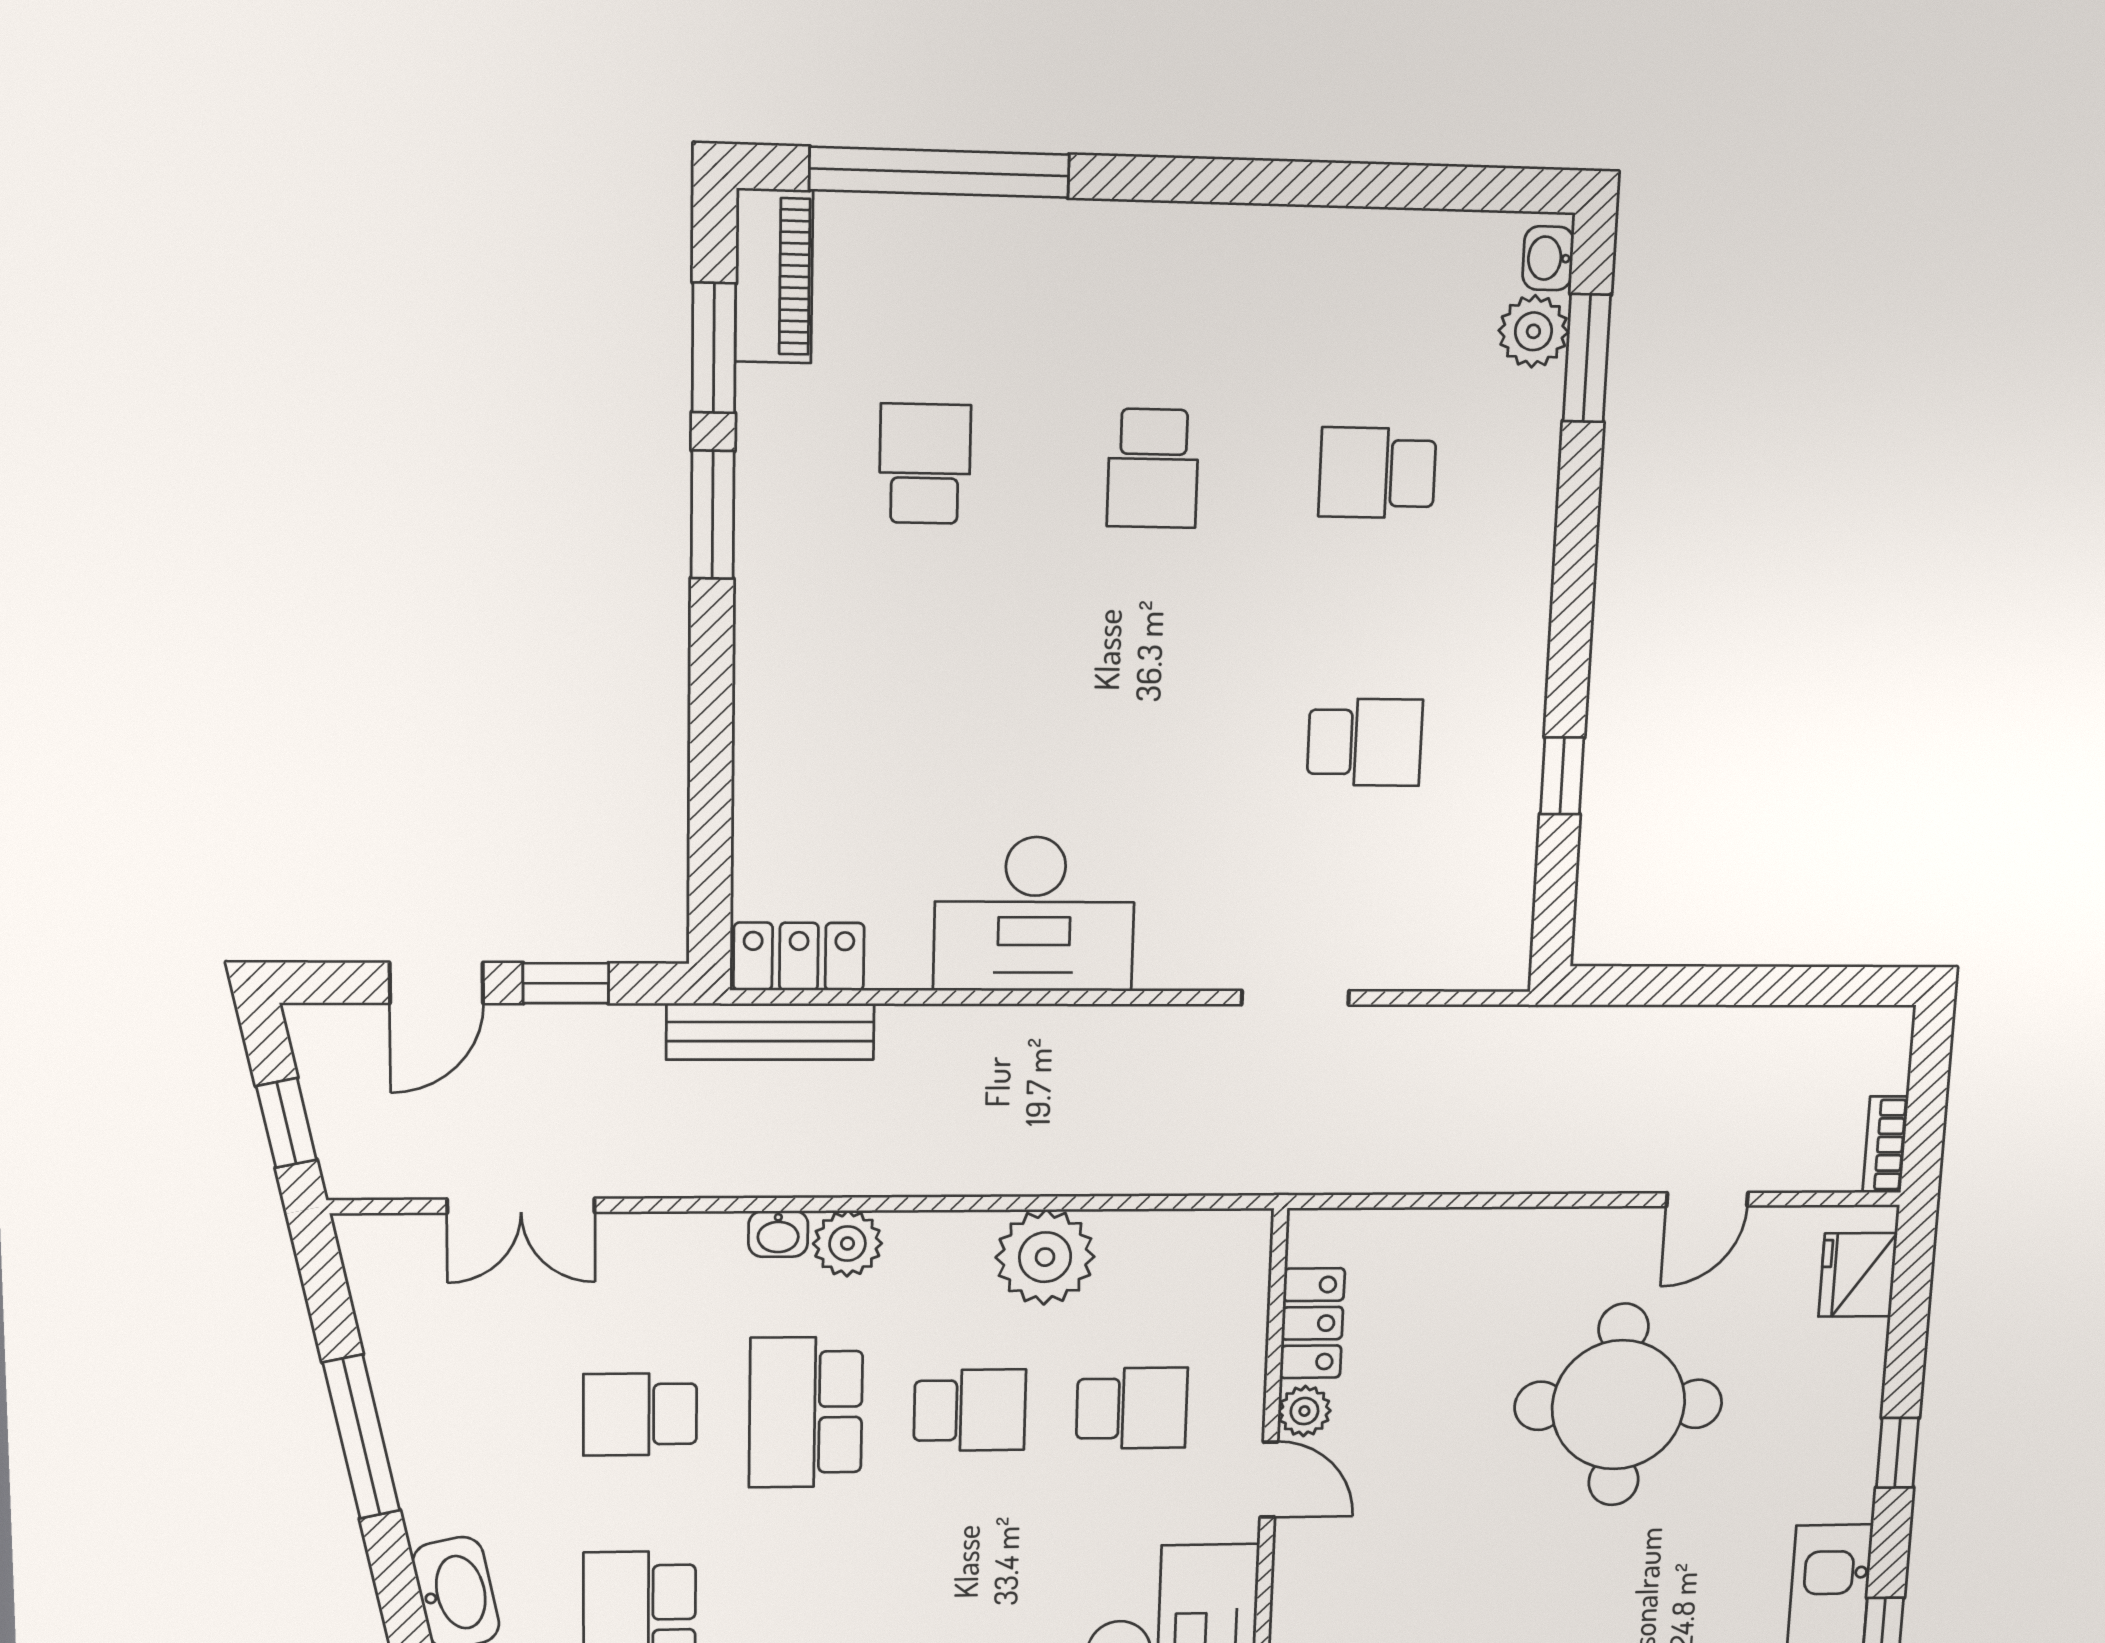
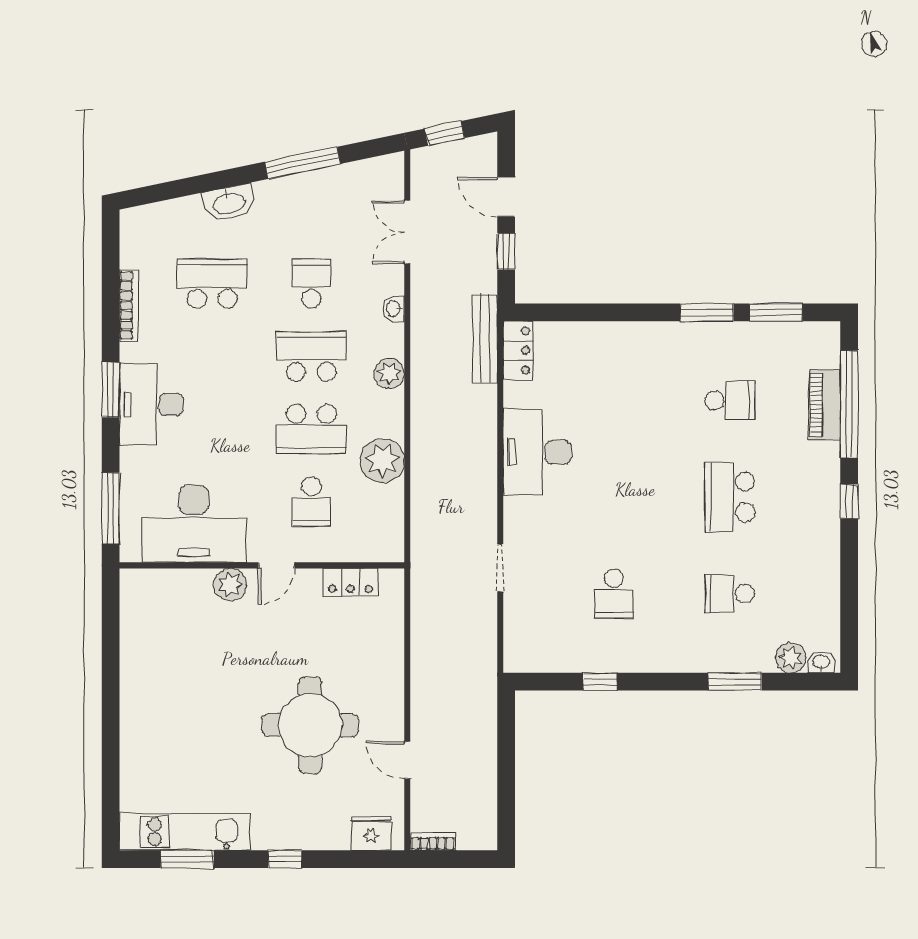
window: (1173, 179) -> (849, 501), added
piano: (774, 276) -> (825, 405), moved, turned 90
window: (1587, 358) -> (735, 682), moved
school desk: (1153, 468) -> (730, 497), width x1.85
school desk: (1377, 473) -> (730, 593), turned -90
washbasin: (778, 1234) -> (394, 308), moved
school desk: (970, 1410) -> (311, 429), width x1.85
plant: (1304, 1411) -> (230, 585), moved, width x1.38, depth x1.38

